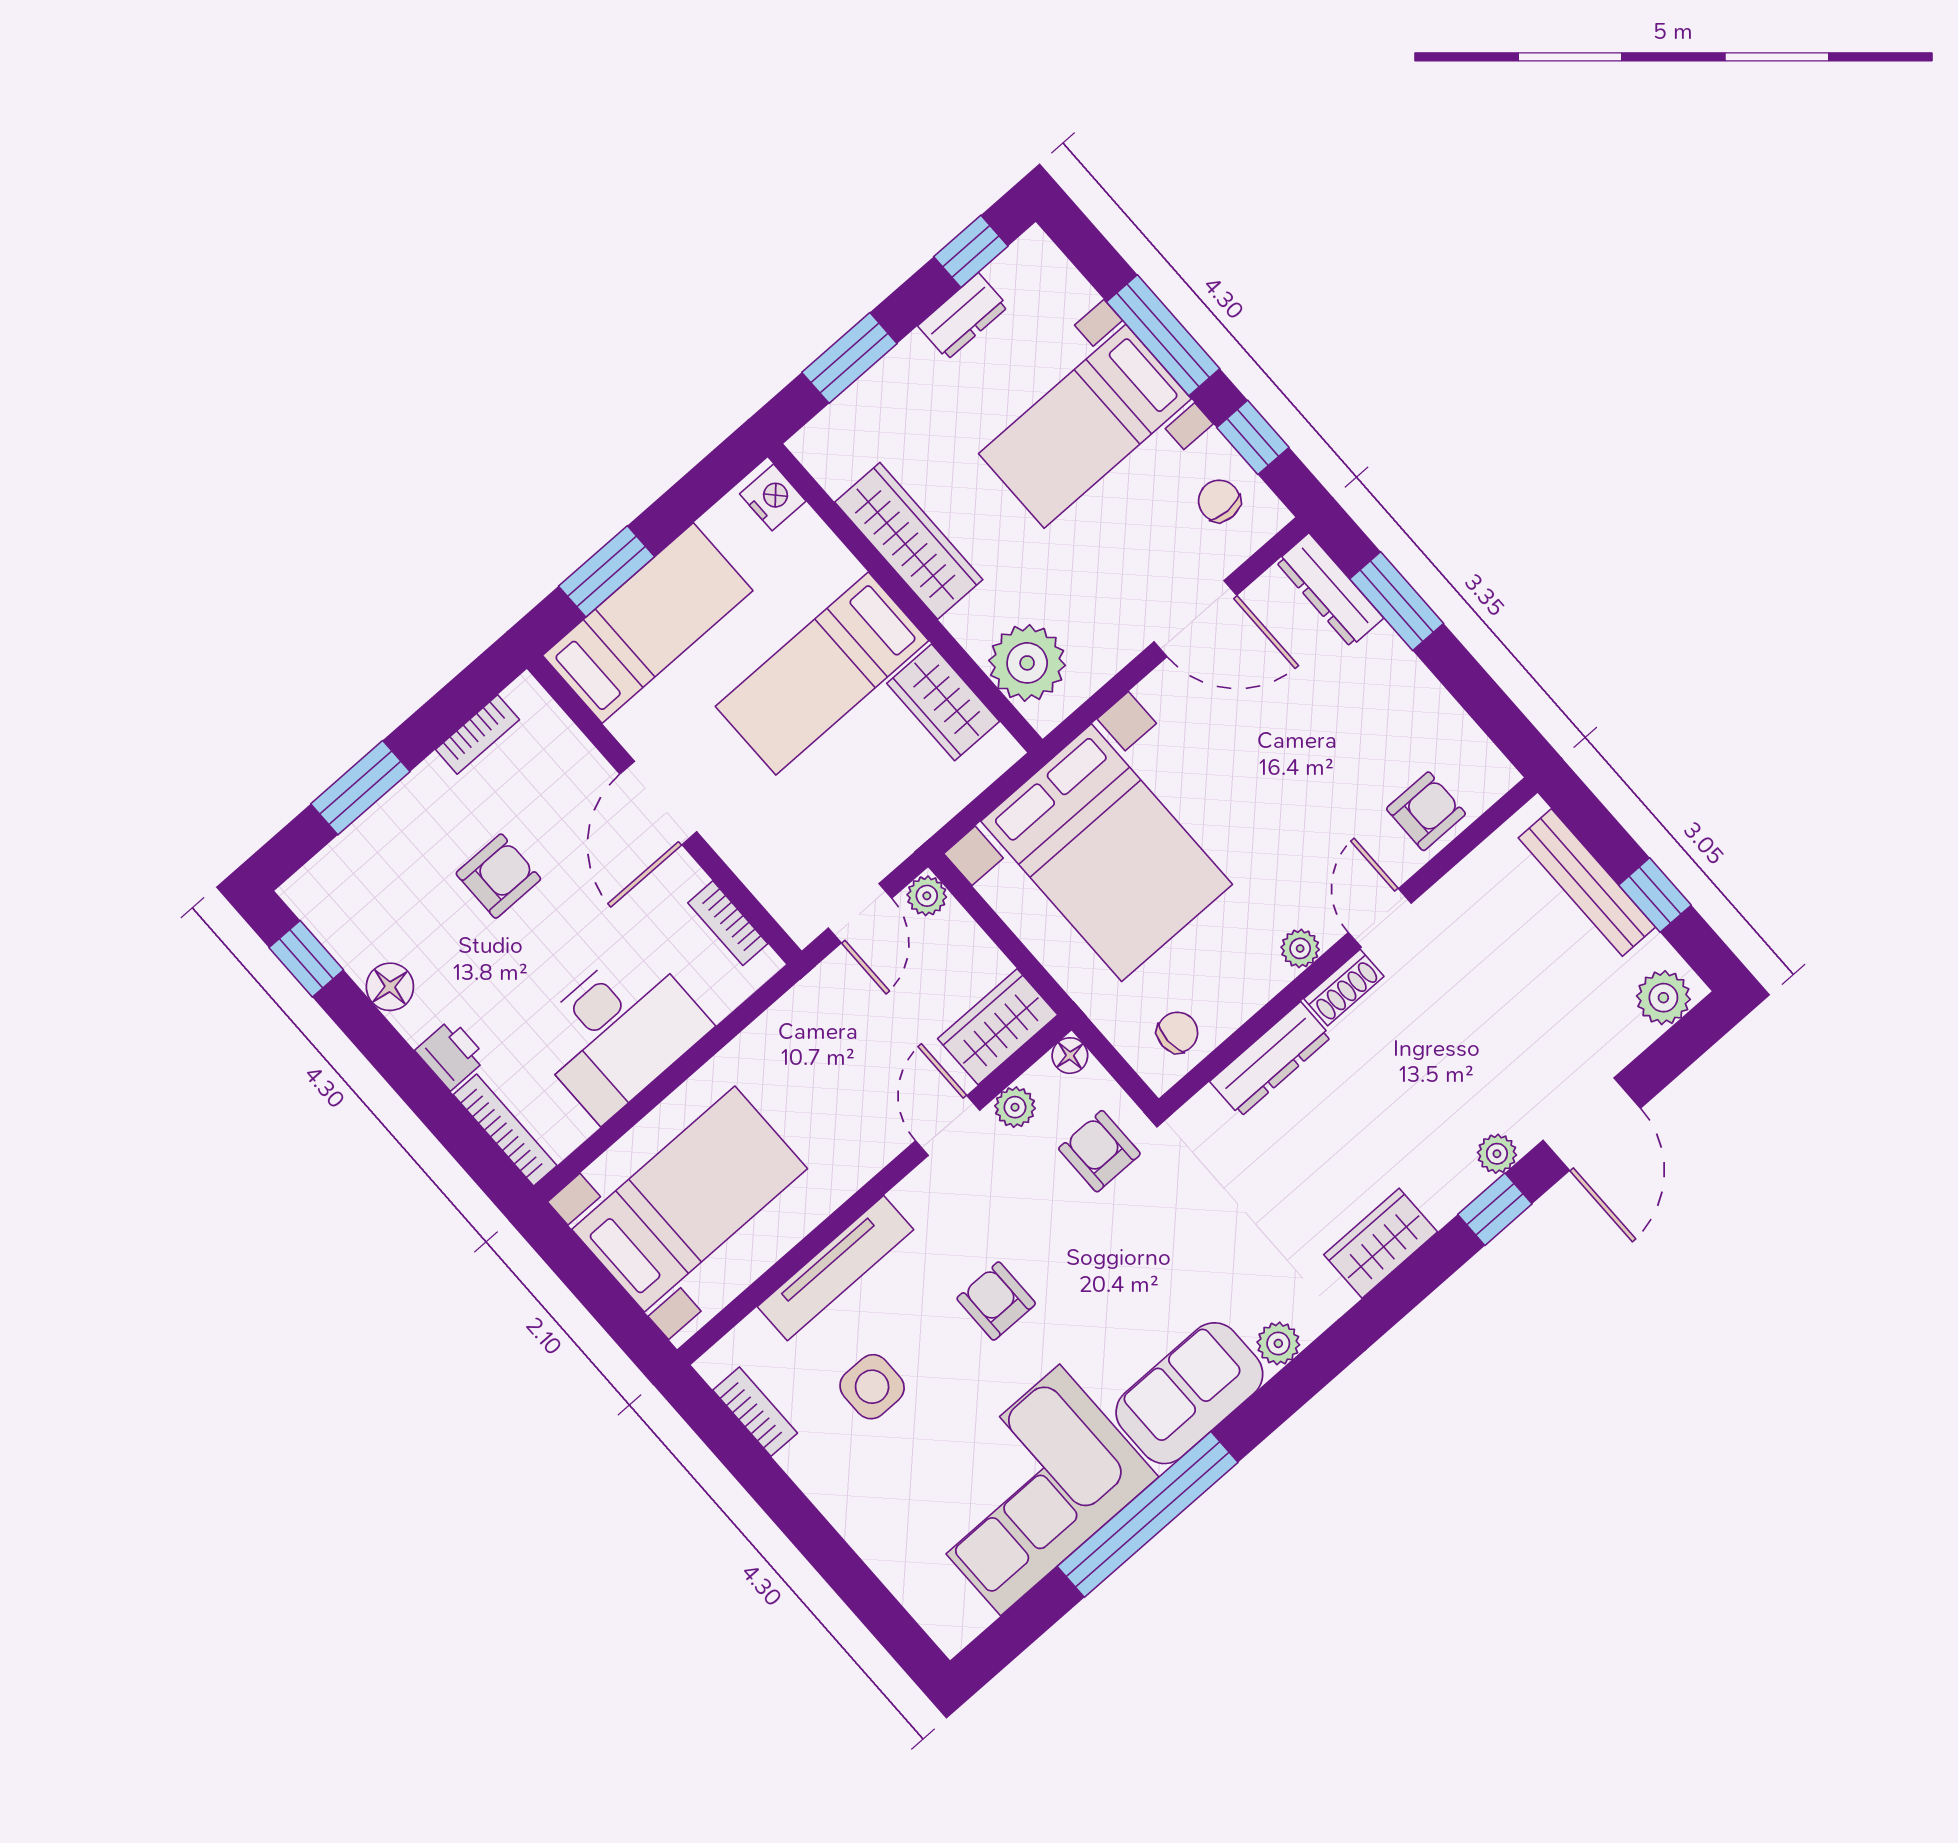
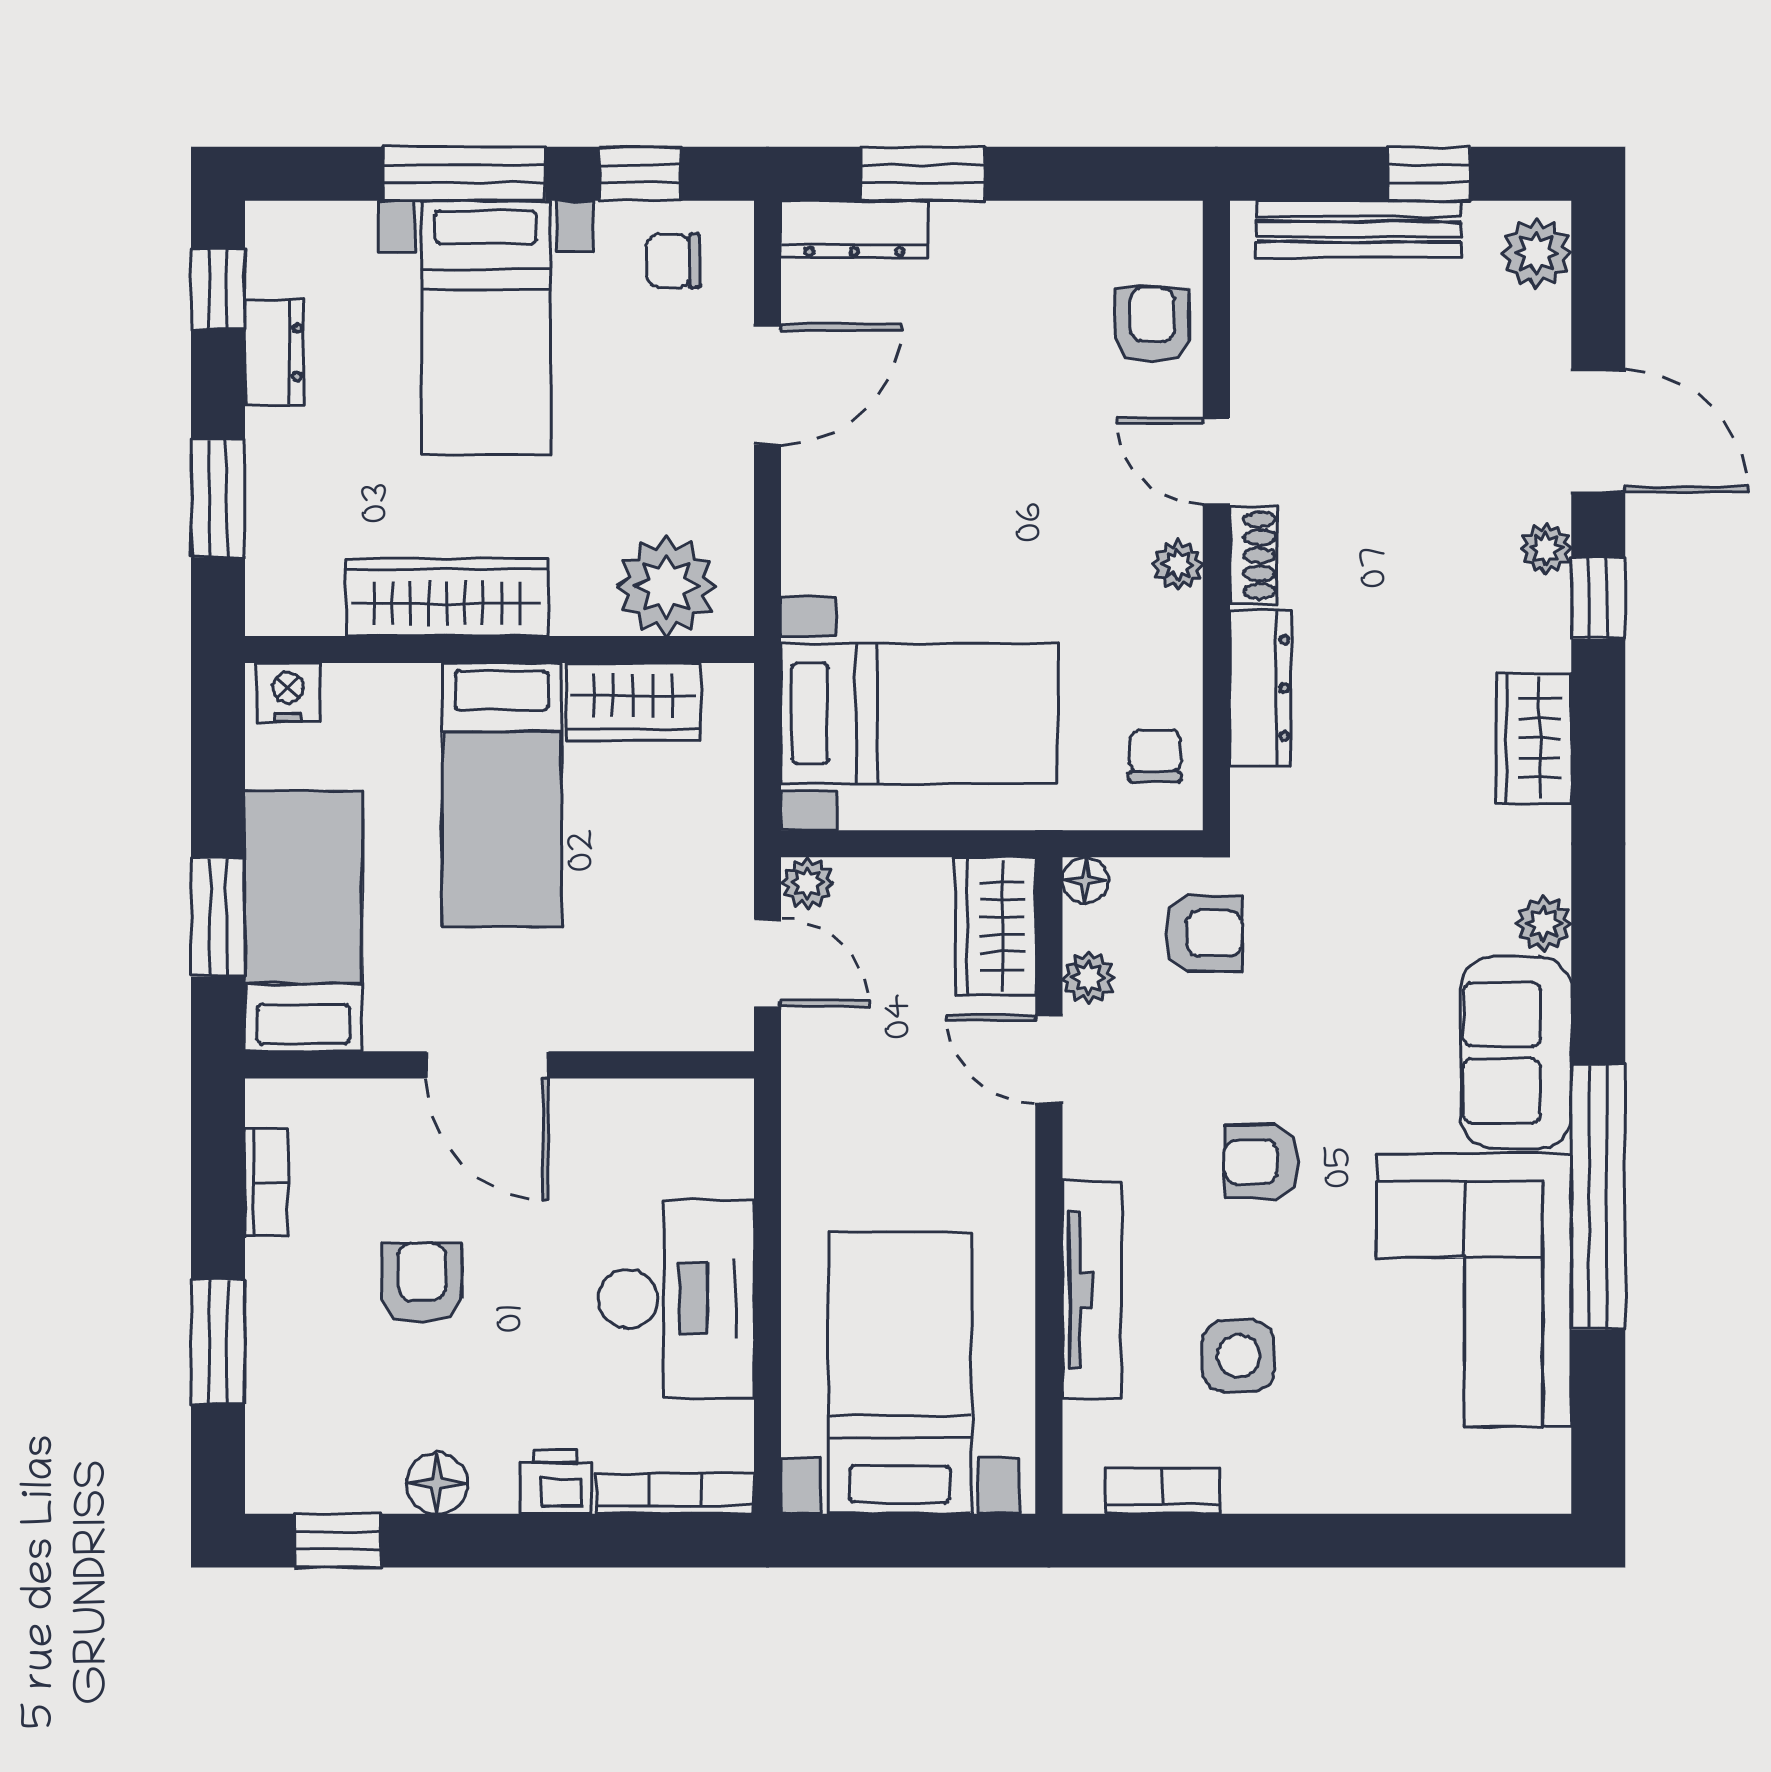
bed with nightstands: (1107, 853) -> (919, 713), width x0.73
bookcase: (728, 923) -> (664, 1100), removed
armchair: (1099, 1151) -> (1204, 933), turned 180

